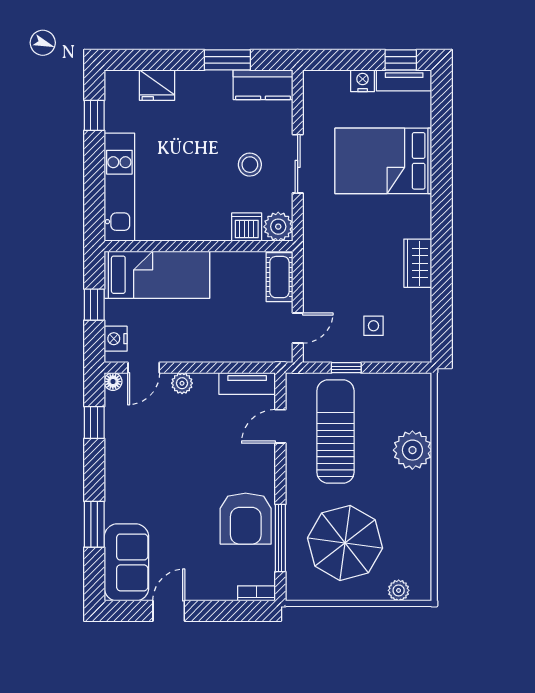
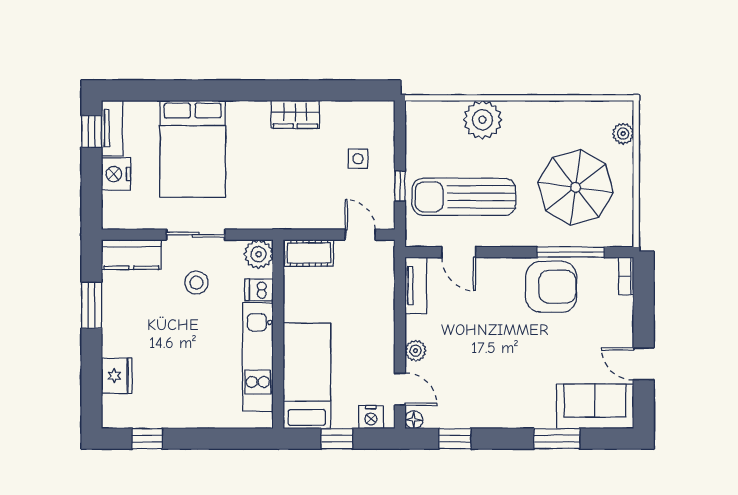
nightstand: (363, 81) -> (116, 174), width x1.36, depth x1.33
kitchen counter: (263, 85) -> (131, 255), moved, turned 90
kitchen unit: (119, 187) -> (258, 357), moved, turned -90
dishwasher: (247, 227) -> (259, 290), width x0.73

